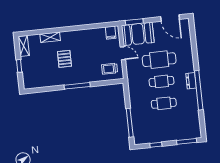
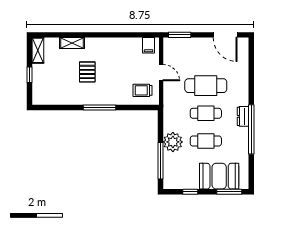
booth: (138, 34) -> (219, 176), moved
plant: (138, 107) -> (173, 142), added

